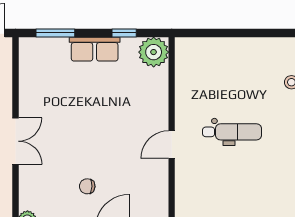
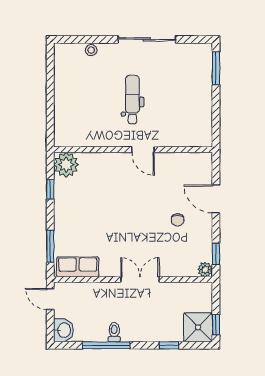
row of seats: (95, 49) -> (78, 267), moved, turned -90

